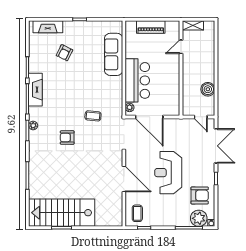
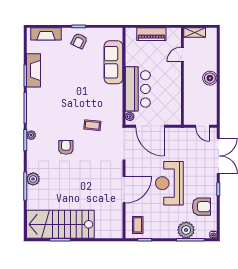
armchair: (64, 53) -> (79, 41), moved
boiler: (208, 89) -> (210, 78), moved
fireplace: (35, 90) -> (33, 70), moved
armchair: (67, 138) -> (66, 147), turned 90
plant: (35, 168) -> (33, 179), added
door: (124, 179) -> (124, 190), hinge flipped
plant: (199, 218) -> (186, 230), moved

